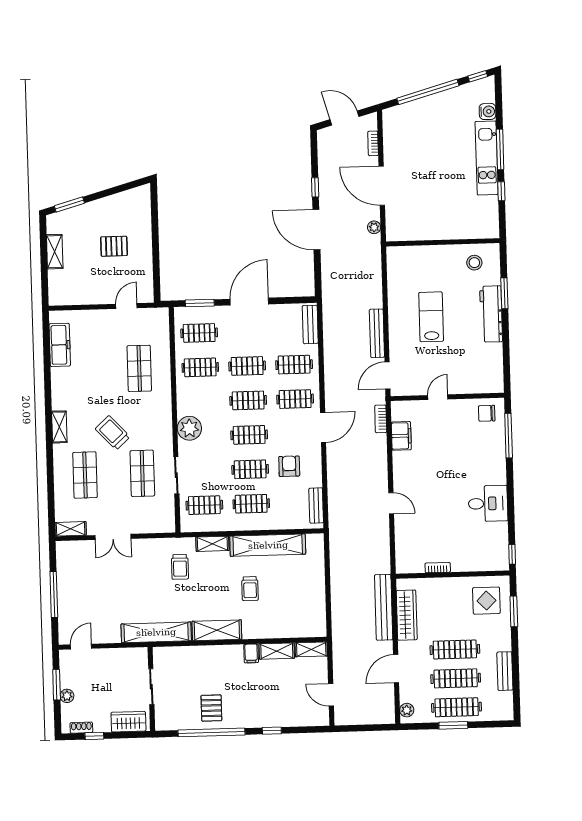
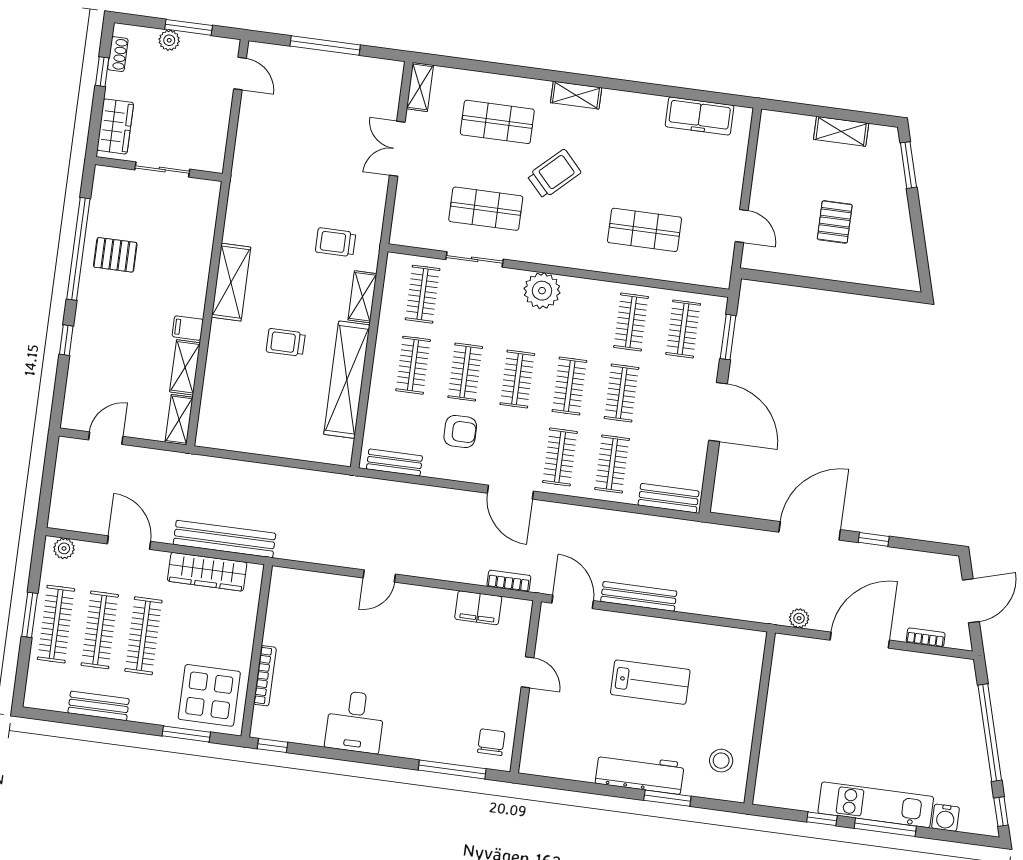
bookcase: (438, 568) -> (265, 676), moved, width x1.56
display table: (486, 601) -> (209, 695), width x1.36, depth x1.36
shelving: (156, 632) -> (243, 190), removed

